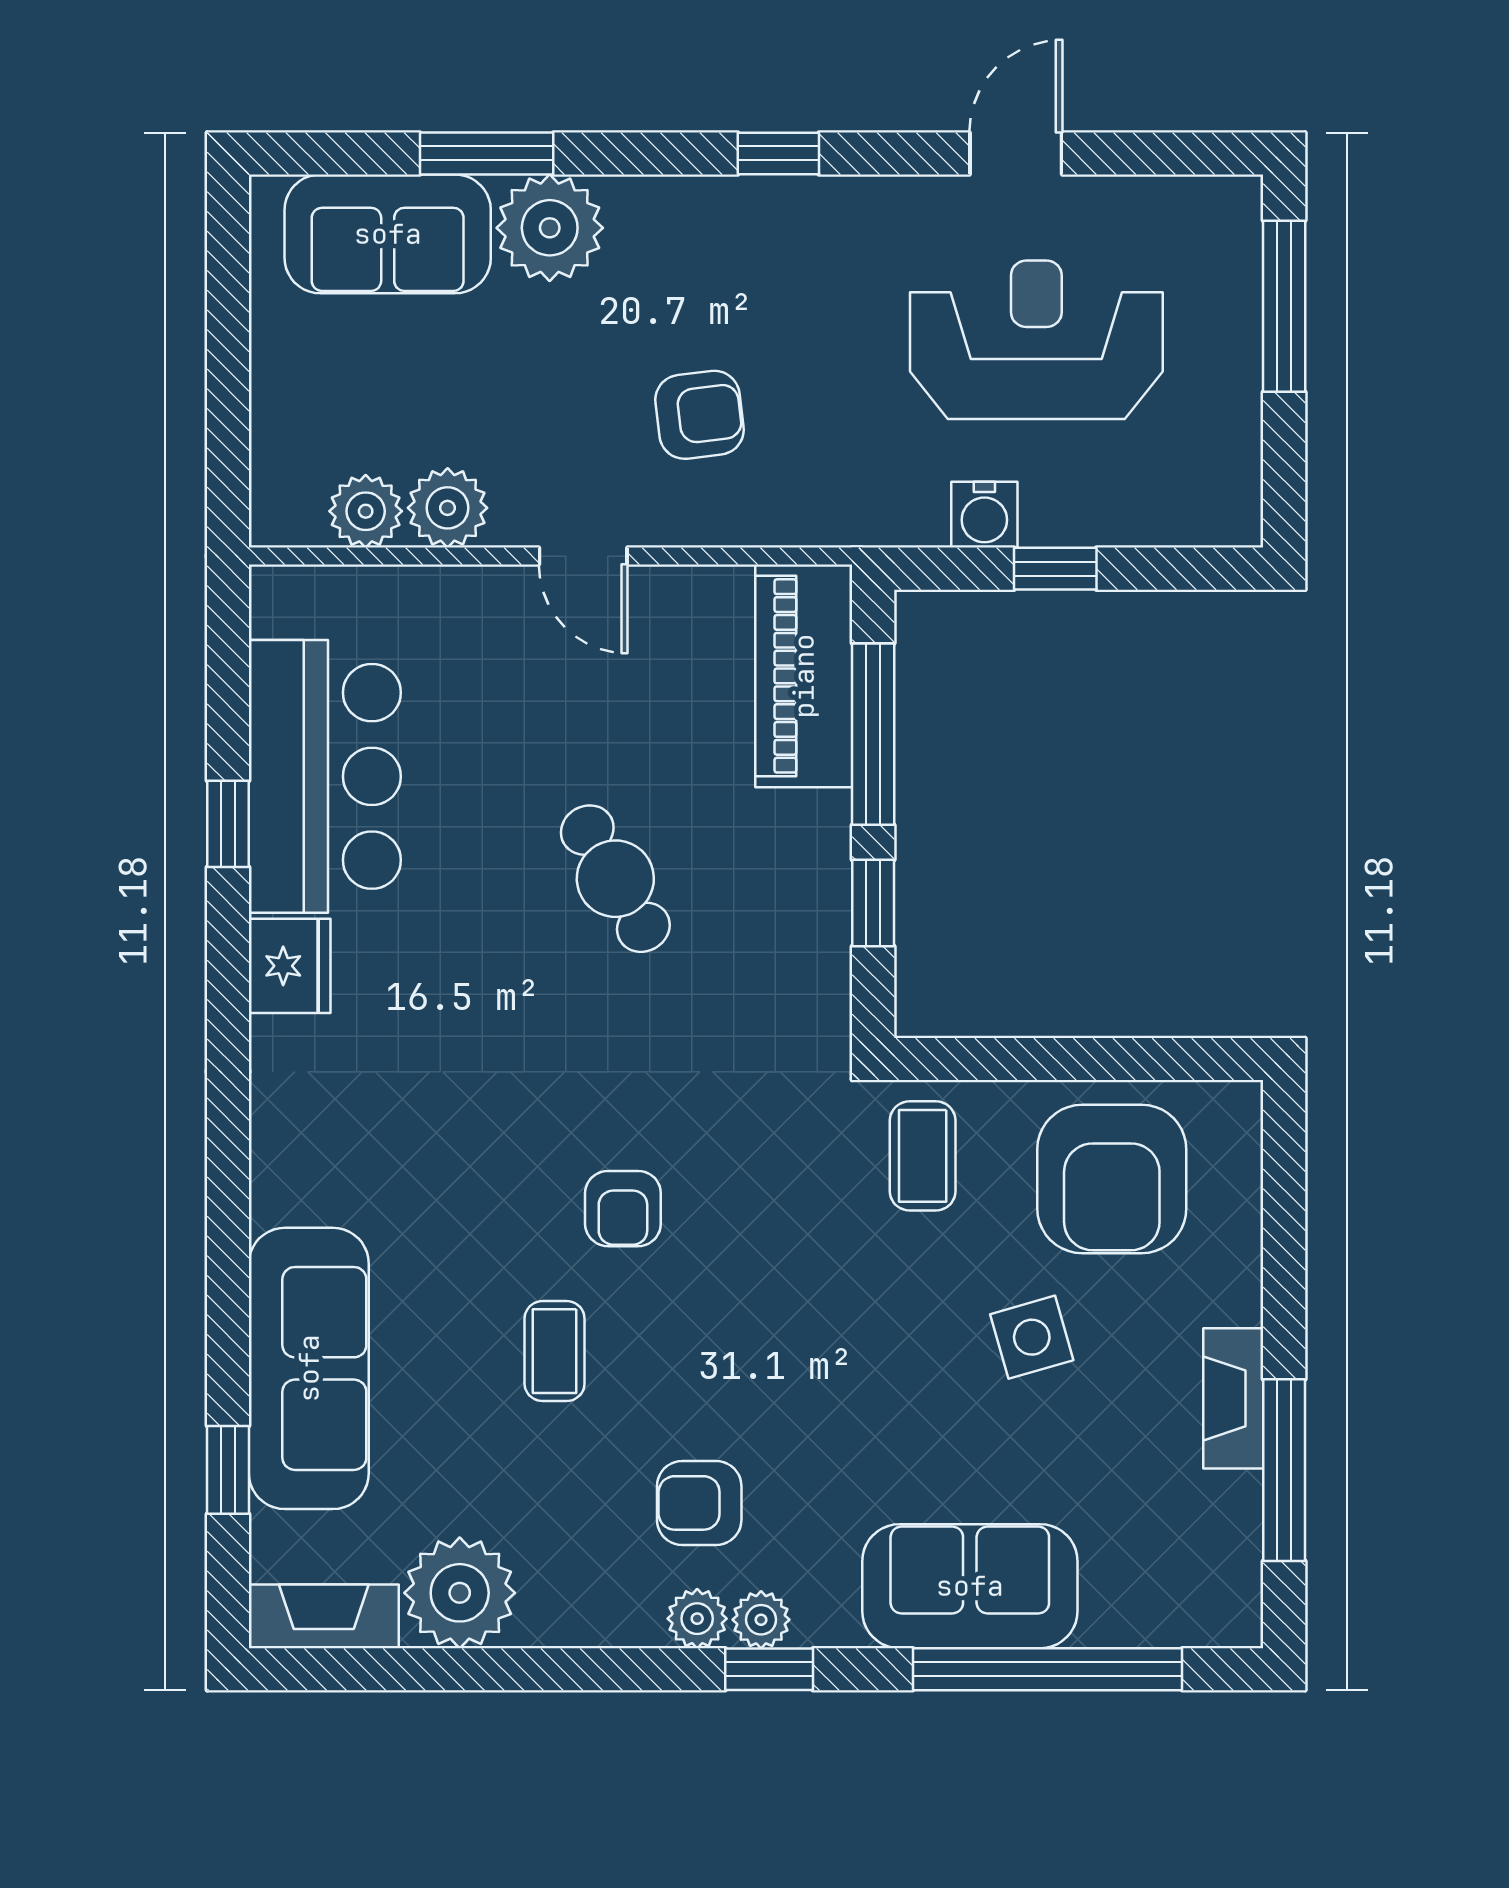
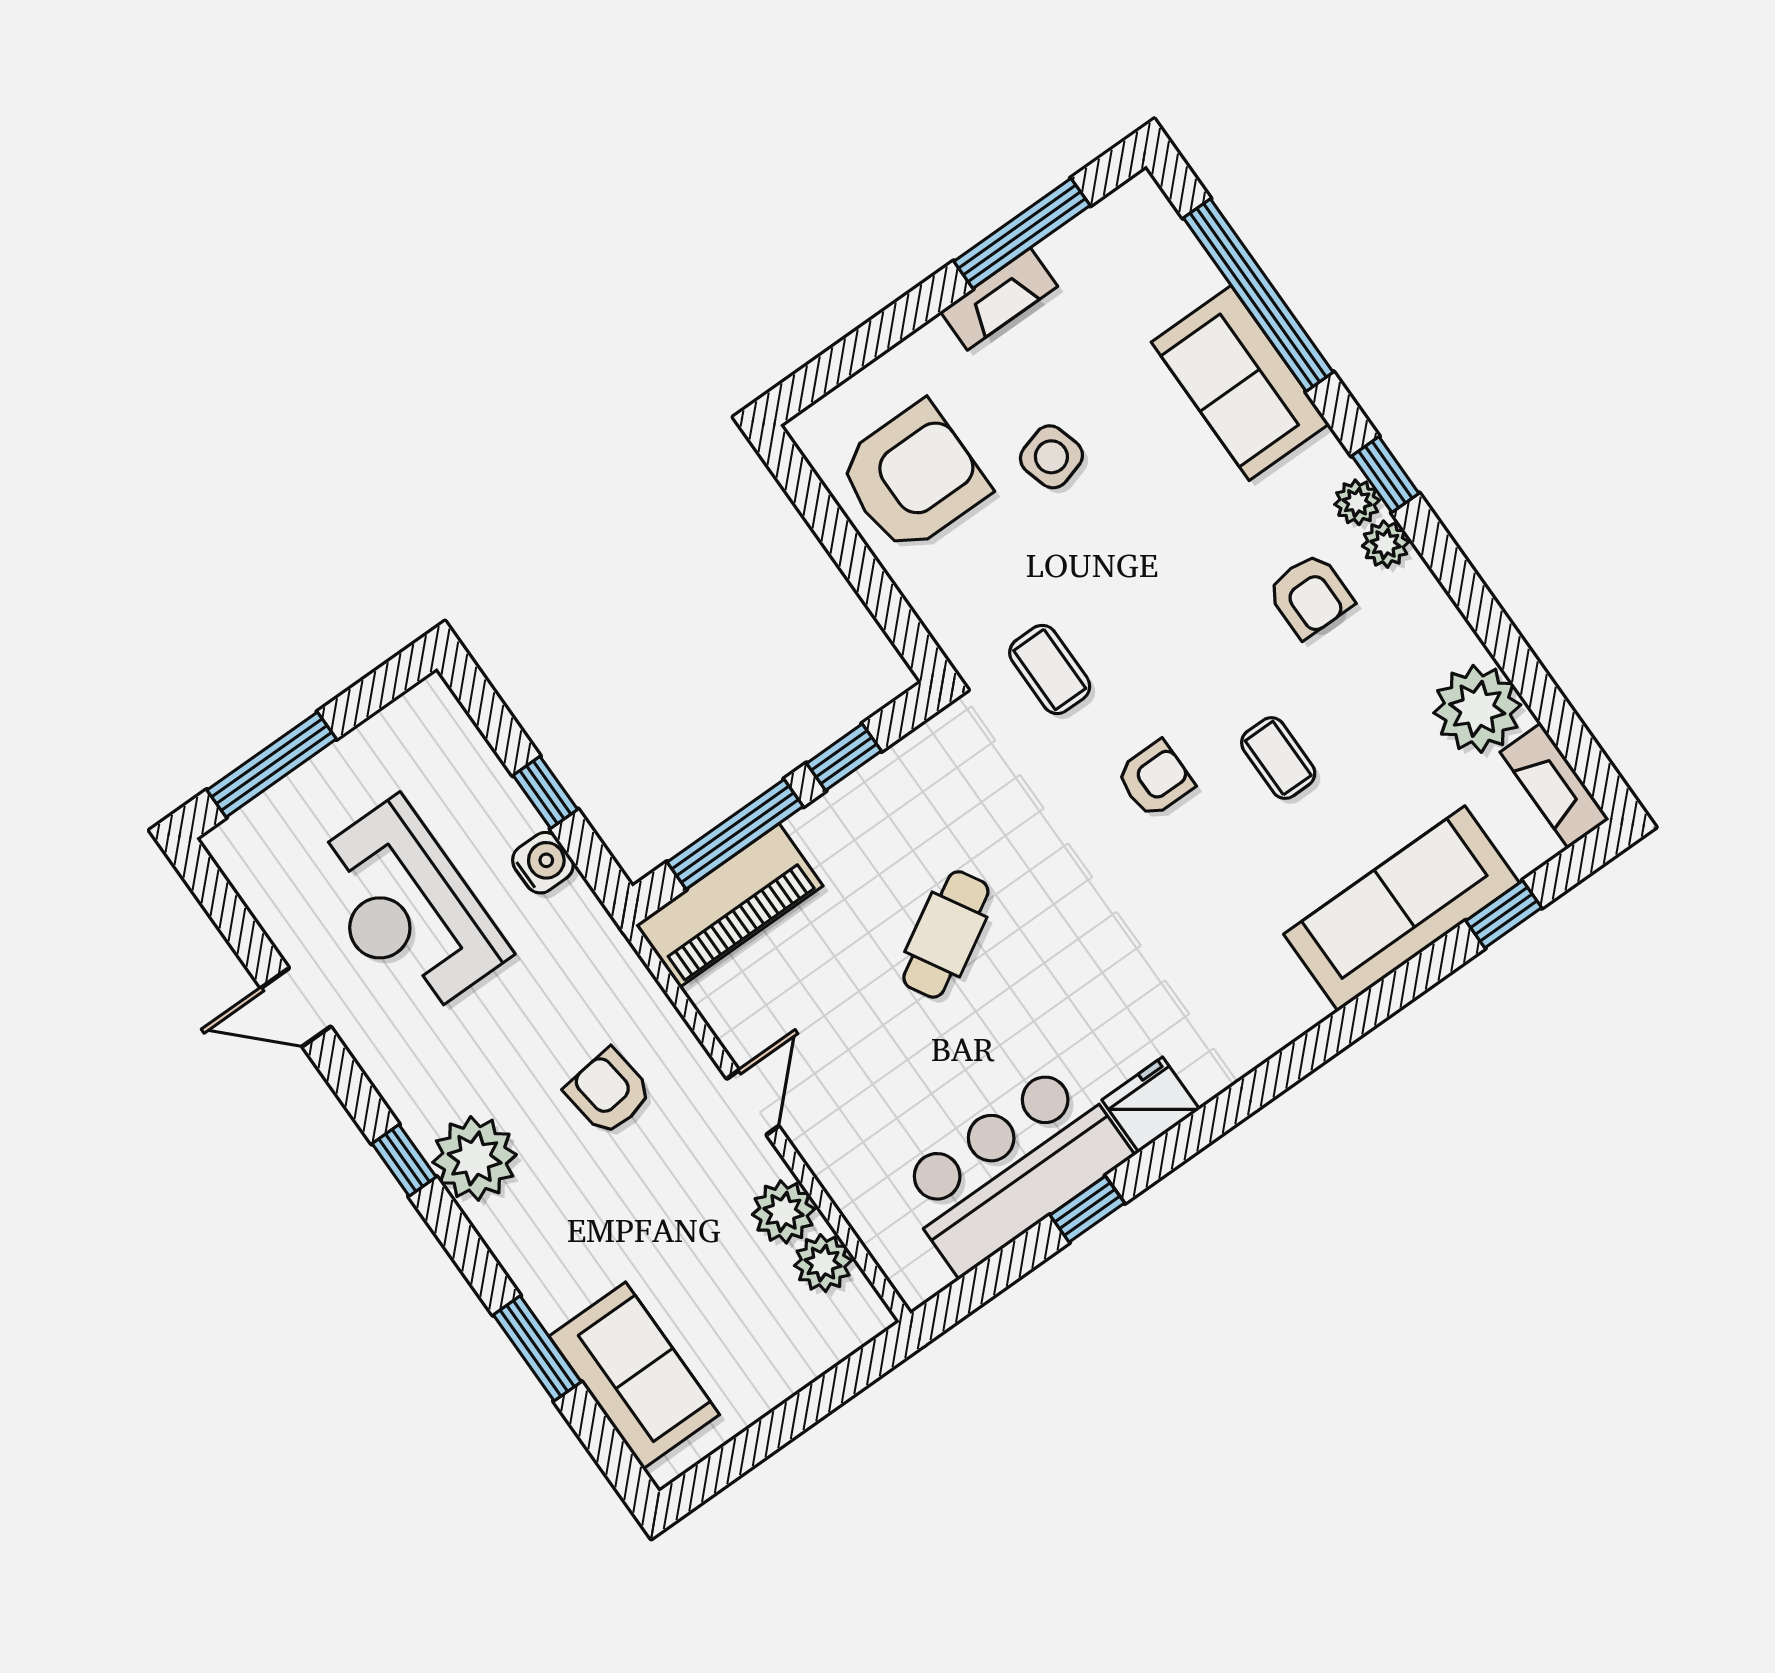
plant: (550, 228) -> (475, 1158), moved
coffee table: (923, 1156) -> (1050, 669), moved, turned 90
coffee table: (555, 1351) -> (1278, 758), turned 90

